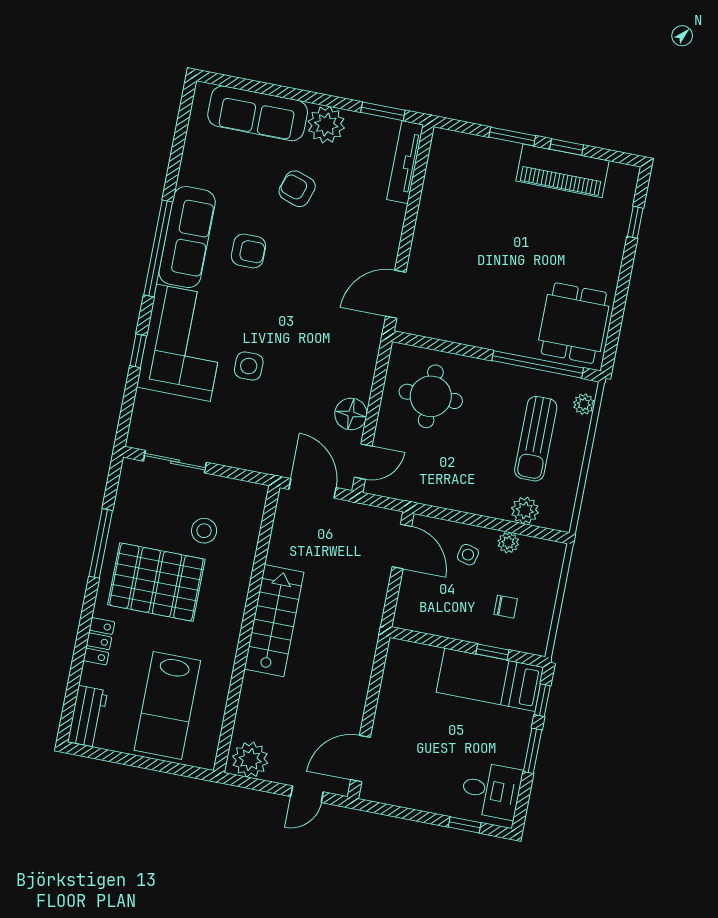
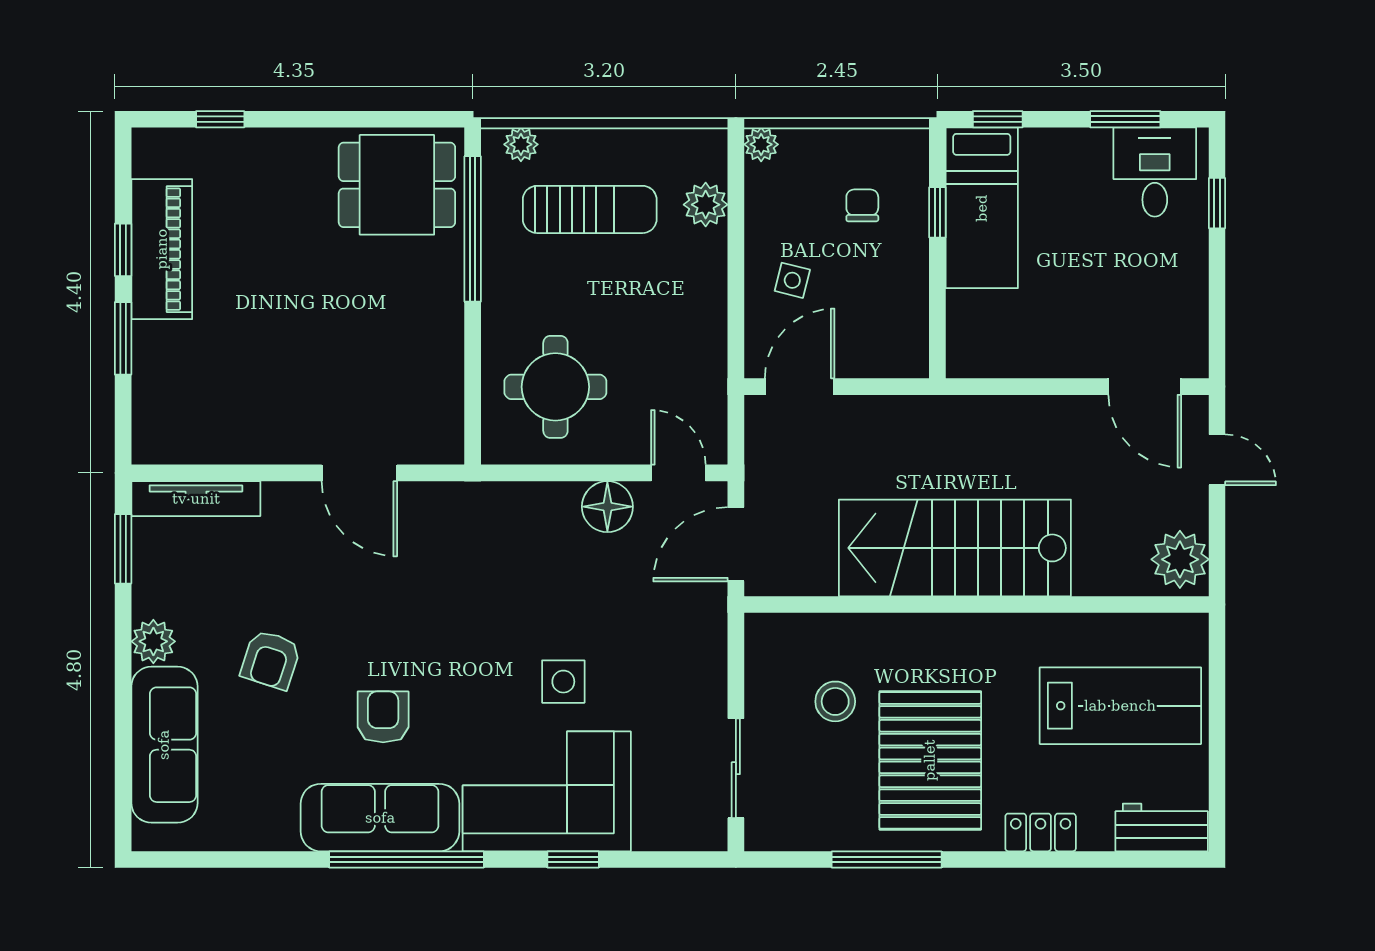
plant: (326, 125) -> (153, 641), width x0.73, depth x0.73
door: (396, 294) -> (359, 473), moved
plant: (508, 543) -> (761, 144), moved
stairs: (274, 621) -> (955, 548), width x1.36, depth x1.51
window: (533, 751) -> (1125, 119), moved

